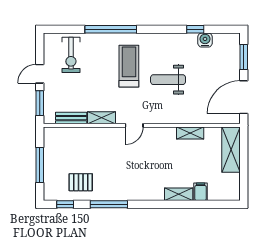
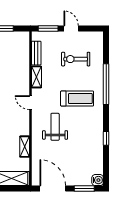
window: (195, 29) -> (106, 138), moved
water cooler: (205, 40) -> (98, 180), moved
exercise bike: (71, 55) -> (76, 59), moved
weight bench: (168, 80) -> (55, 127), moved

